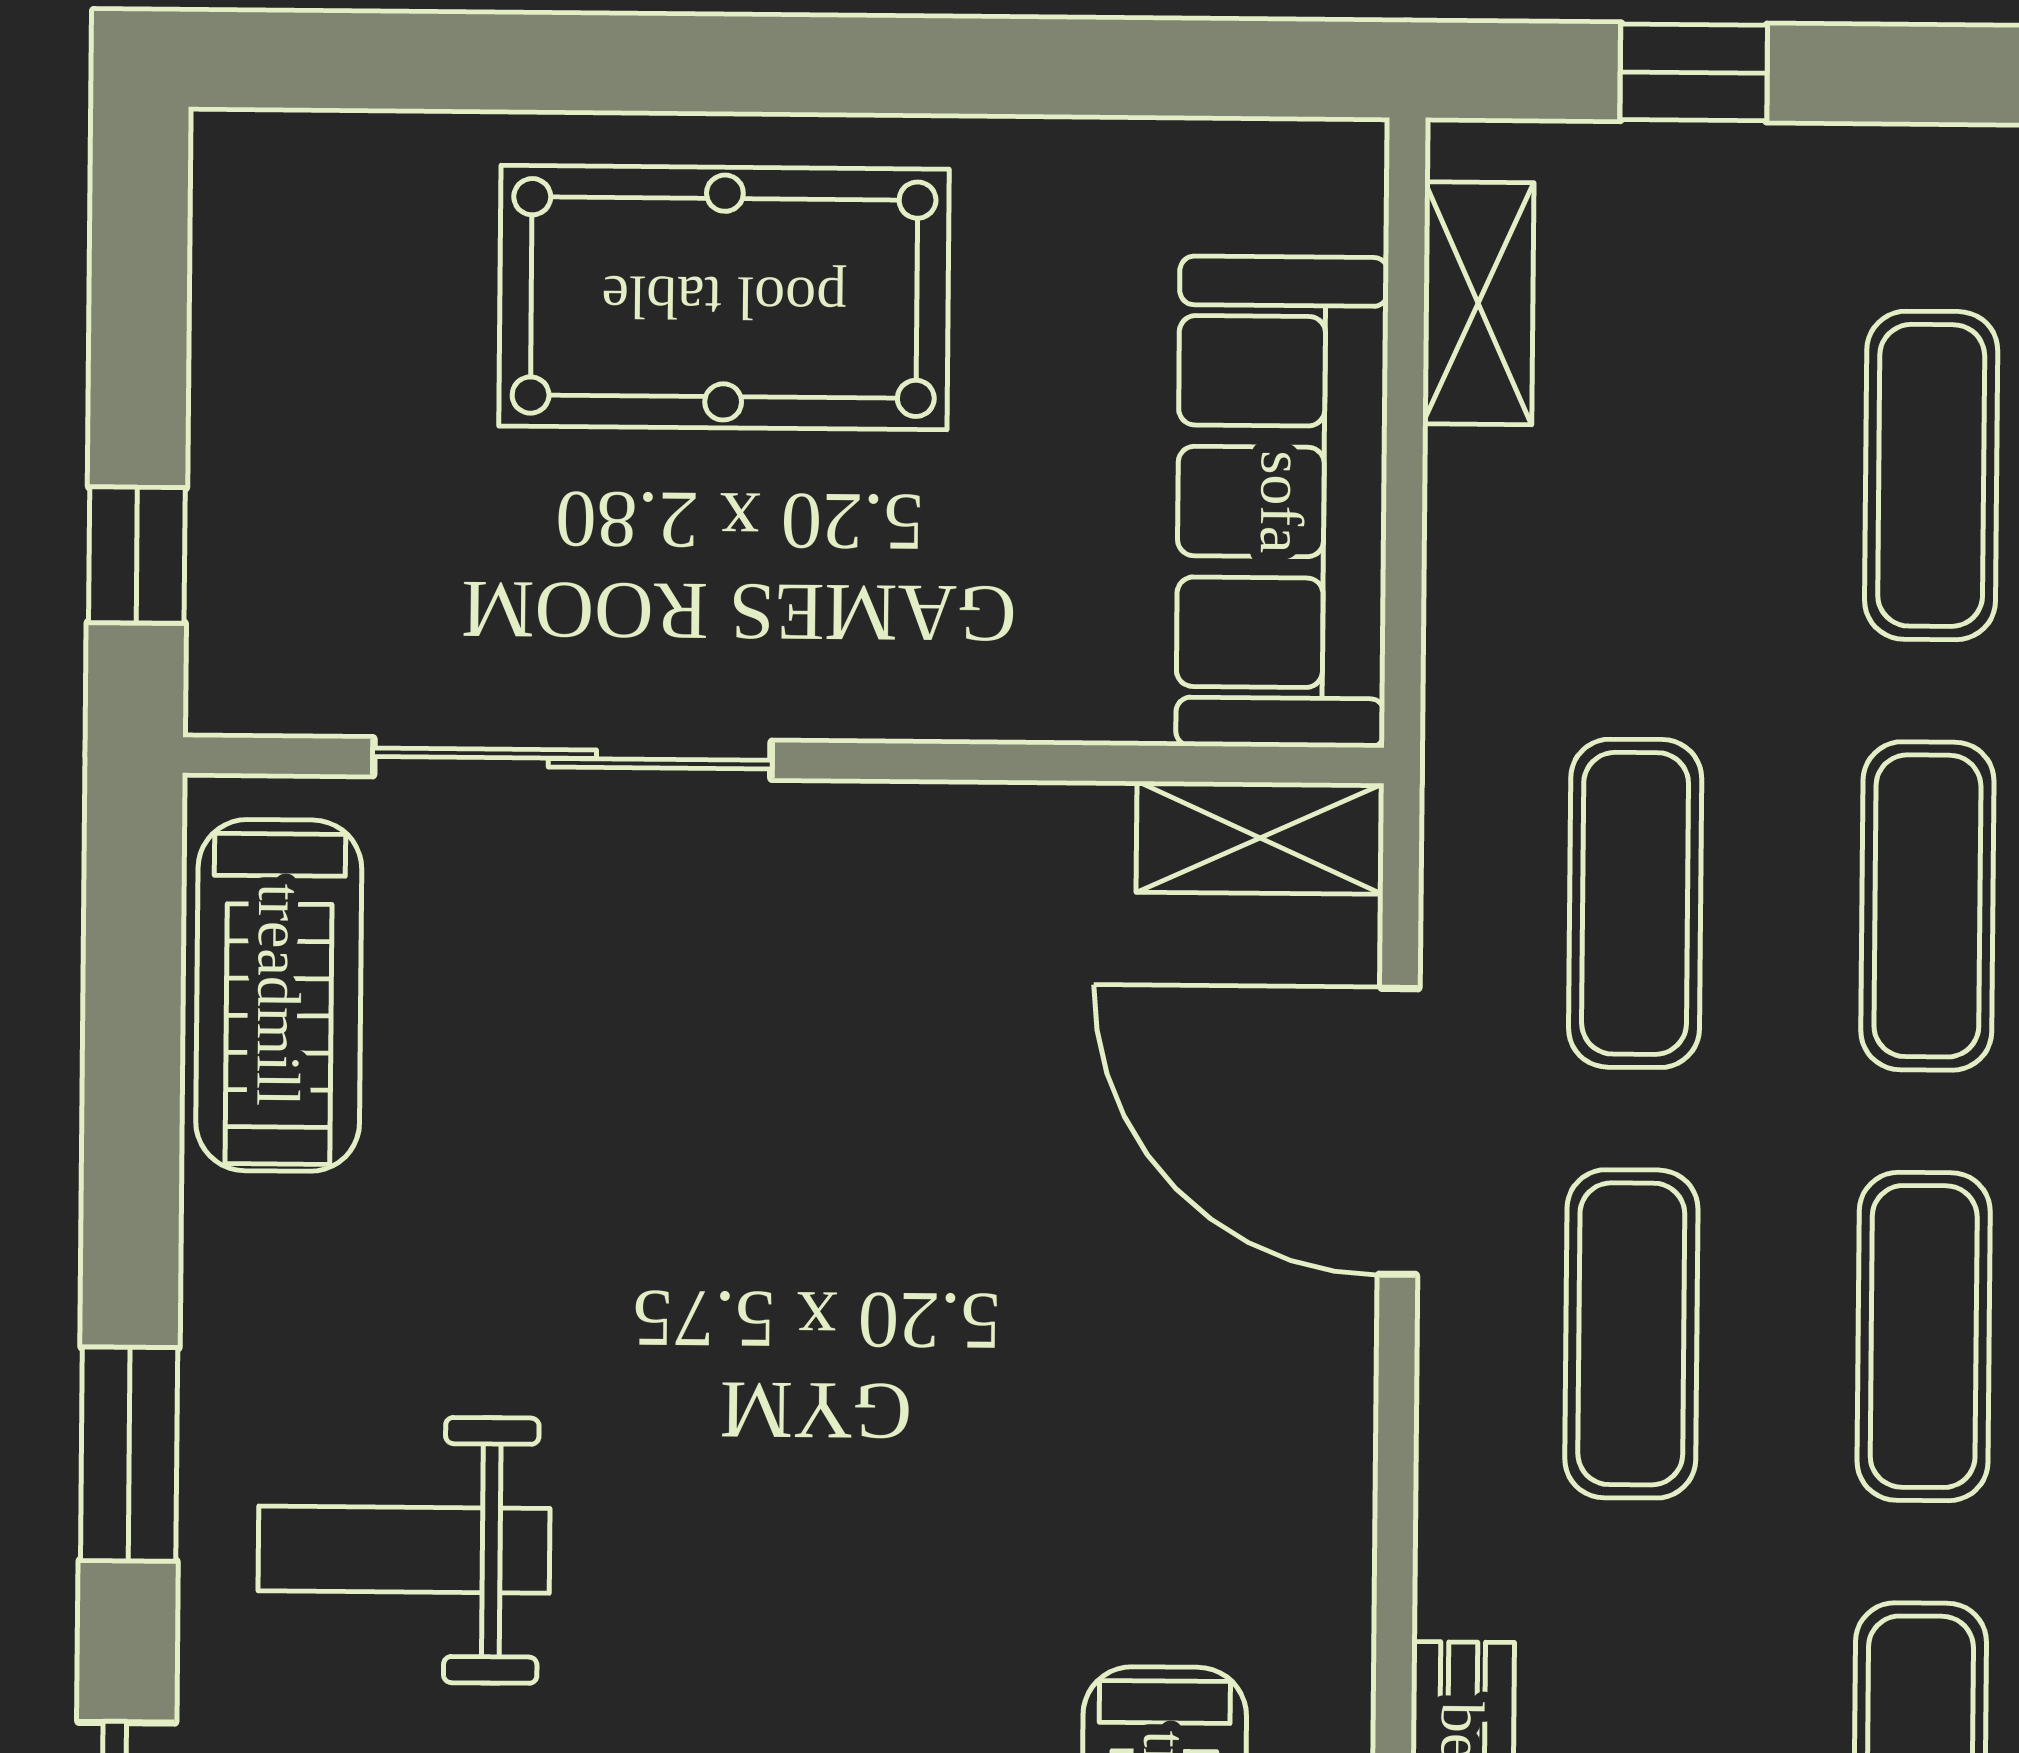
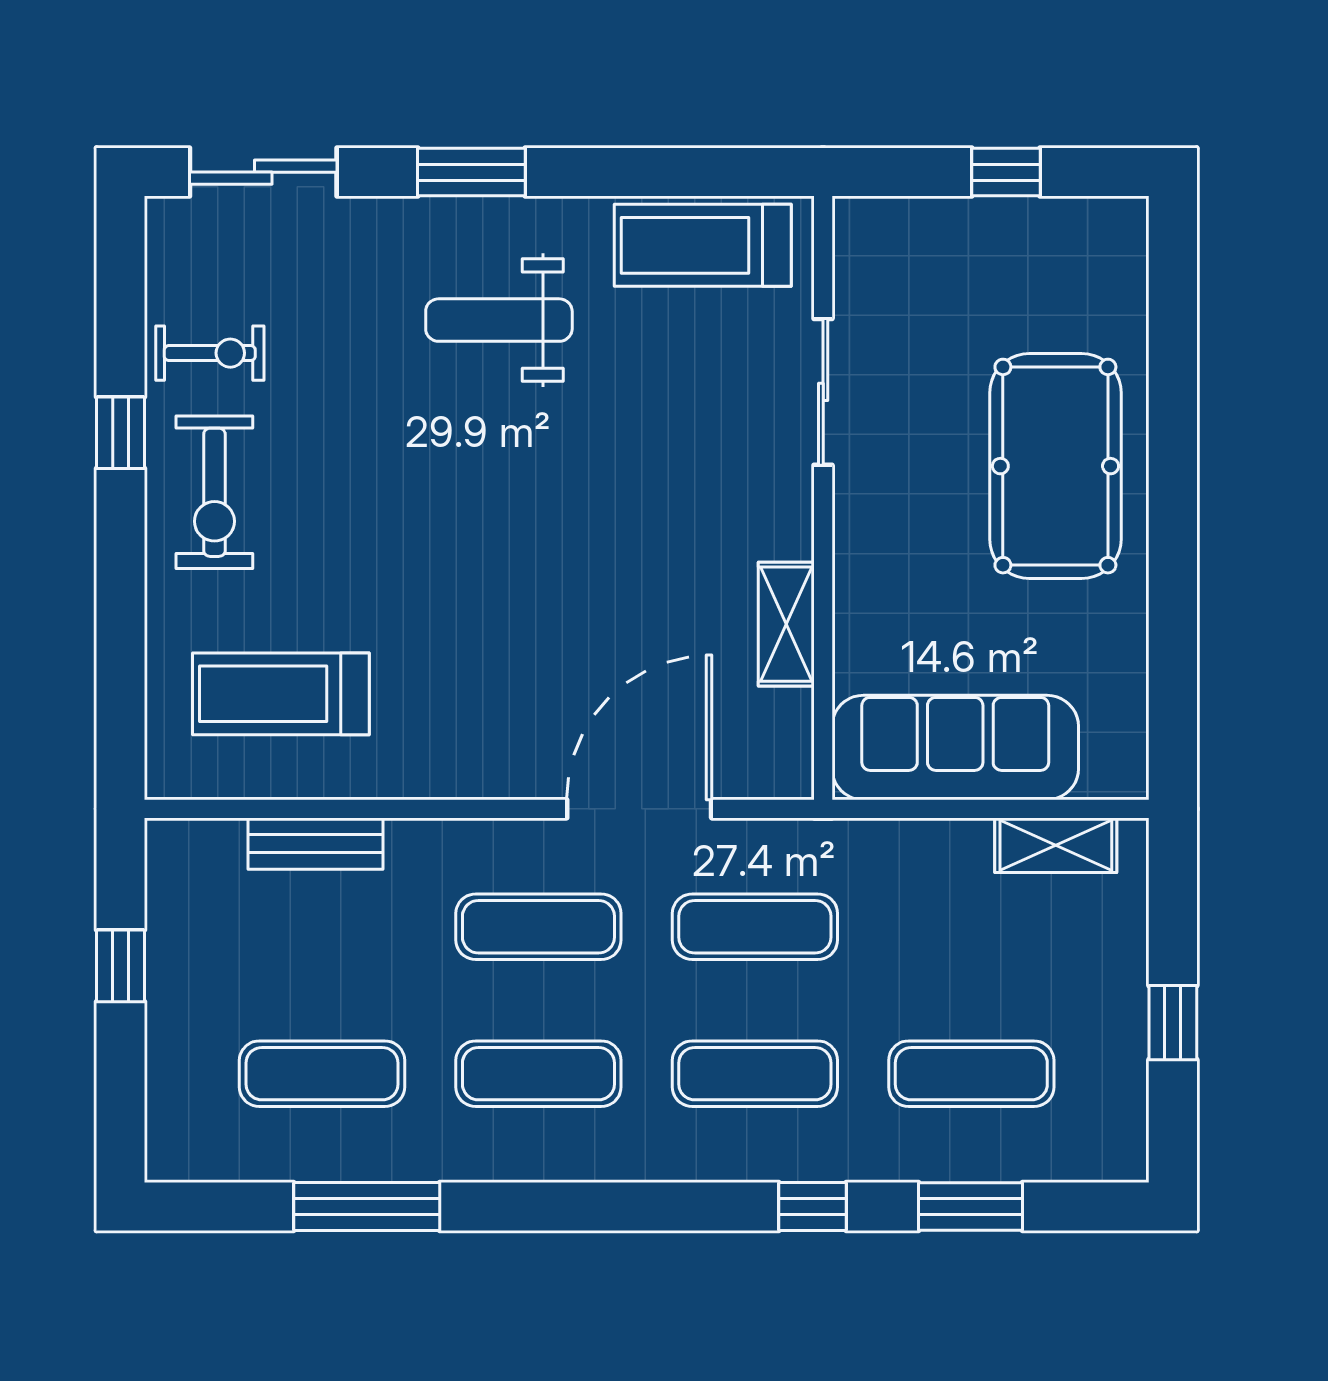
window: (1694, 72) -> (1173, 1023), moved
window: (137, 555) -> (1006, 172), moved
sliding door: (572, 758) -> (823, 392), width x0.73
shelving: (1260, 838) -> (786, 624), moved
weight bench: (404, 1550) -> (499, 320), moved, turned -90

